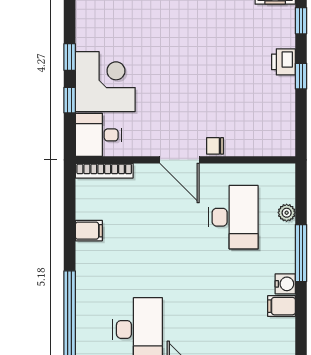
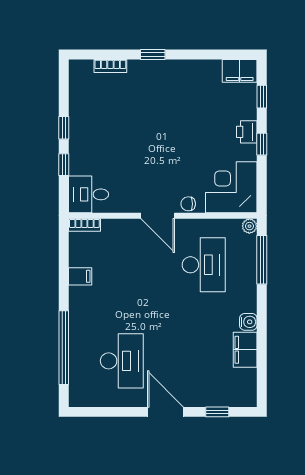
corner desk: (105, 82) -> (231, 187), moved, turned -90
bookcase: (104, 171) -> (84, 225), width x0.64
plant: (287, 213) -> (249, 226), moved
window: (301, 253) -> (262, 260), moved
filing cabinet: (281, 306) -> (245, 350), width x2.00

